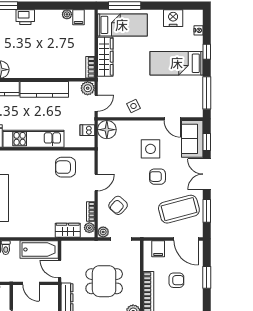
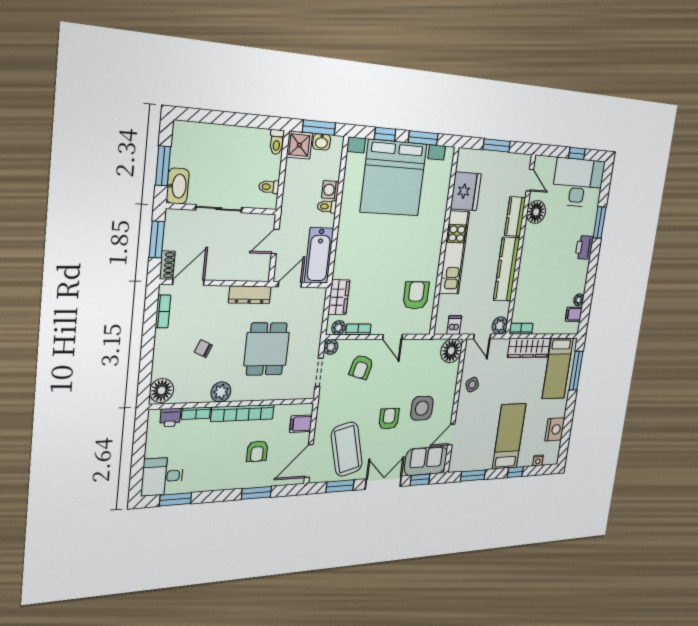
window: (207, 93) -> (473, 475), width x0.69
armchair: (118, 205) -> (361, 367), turned -116

